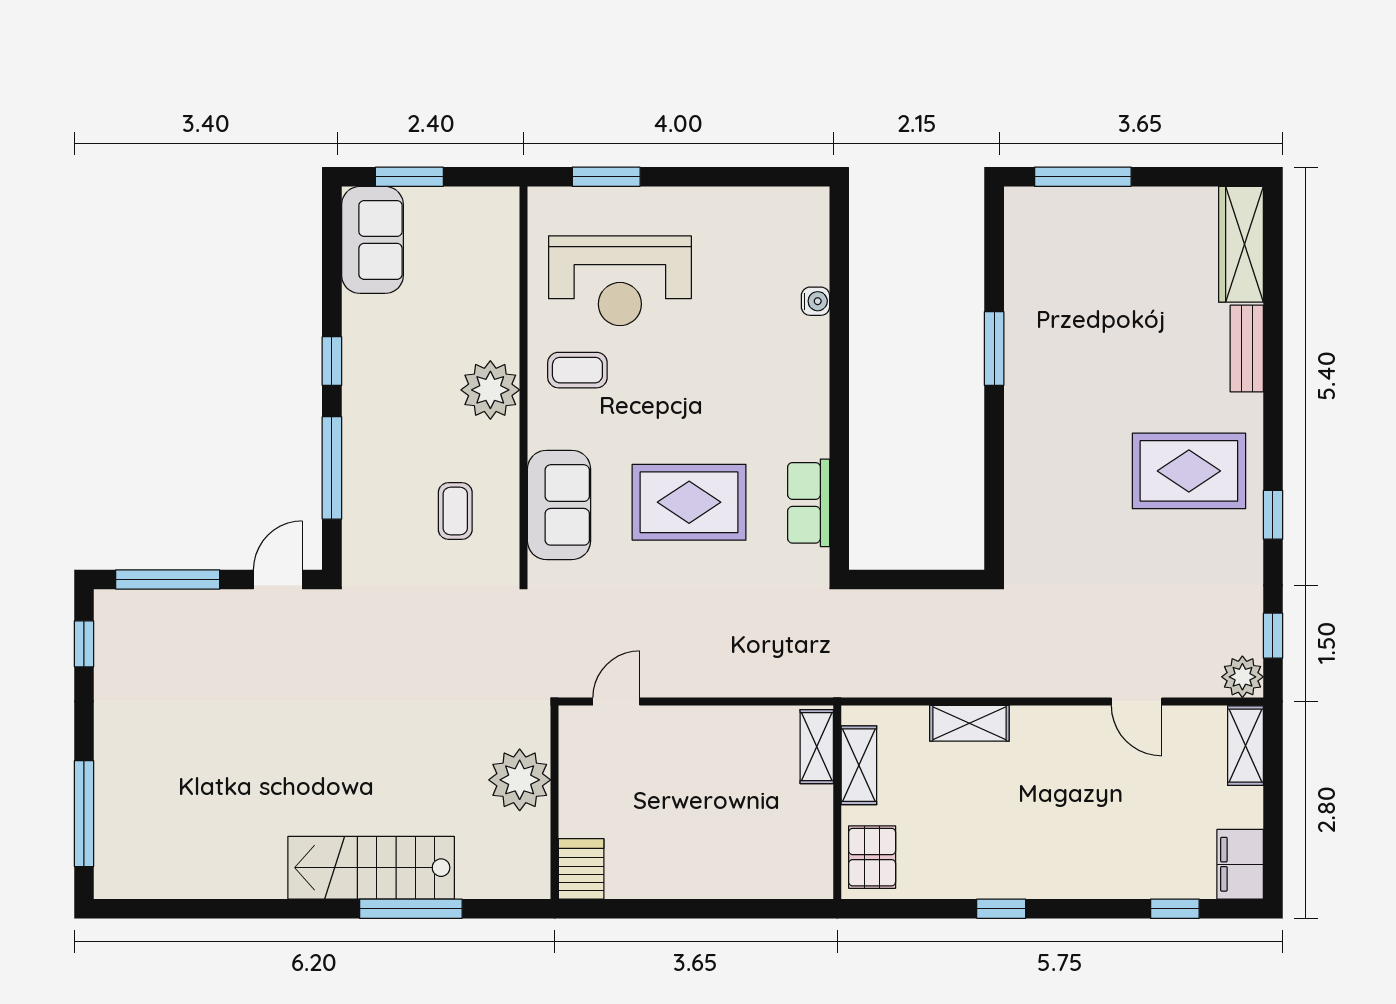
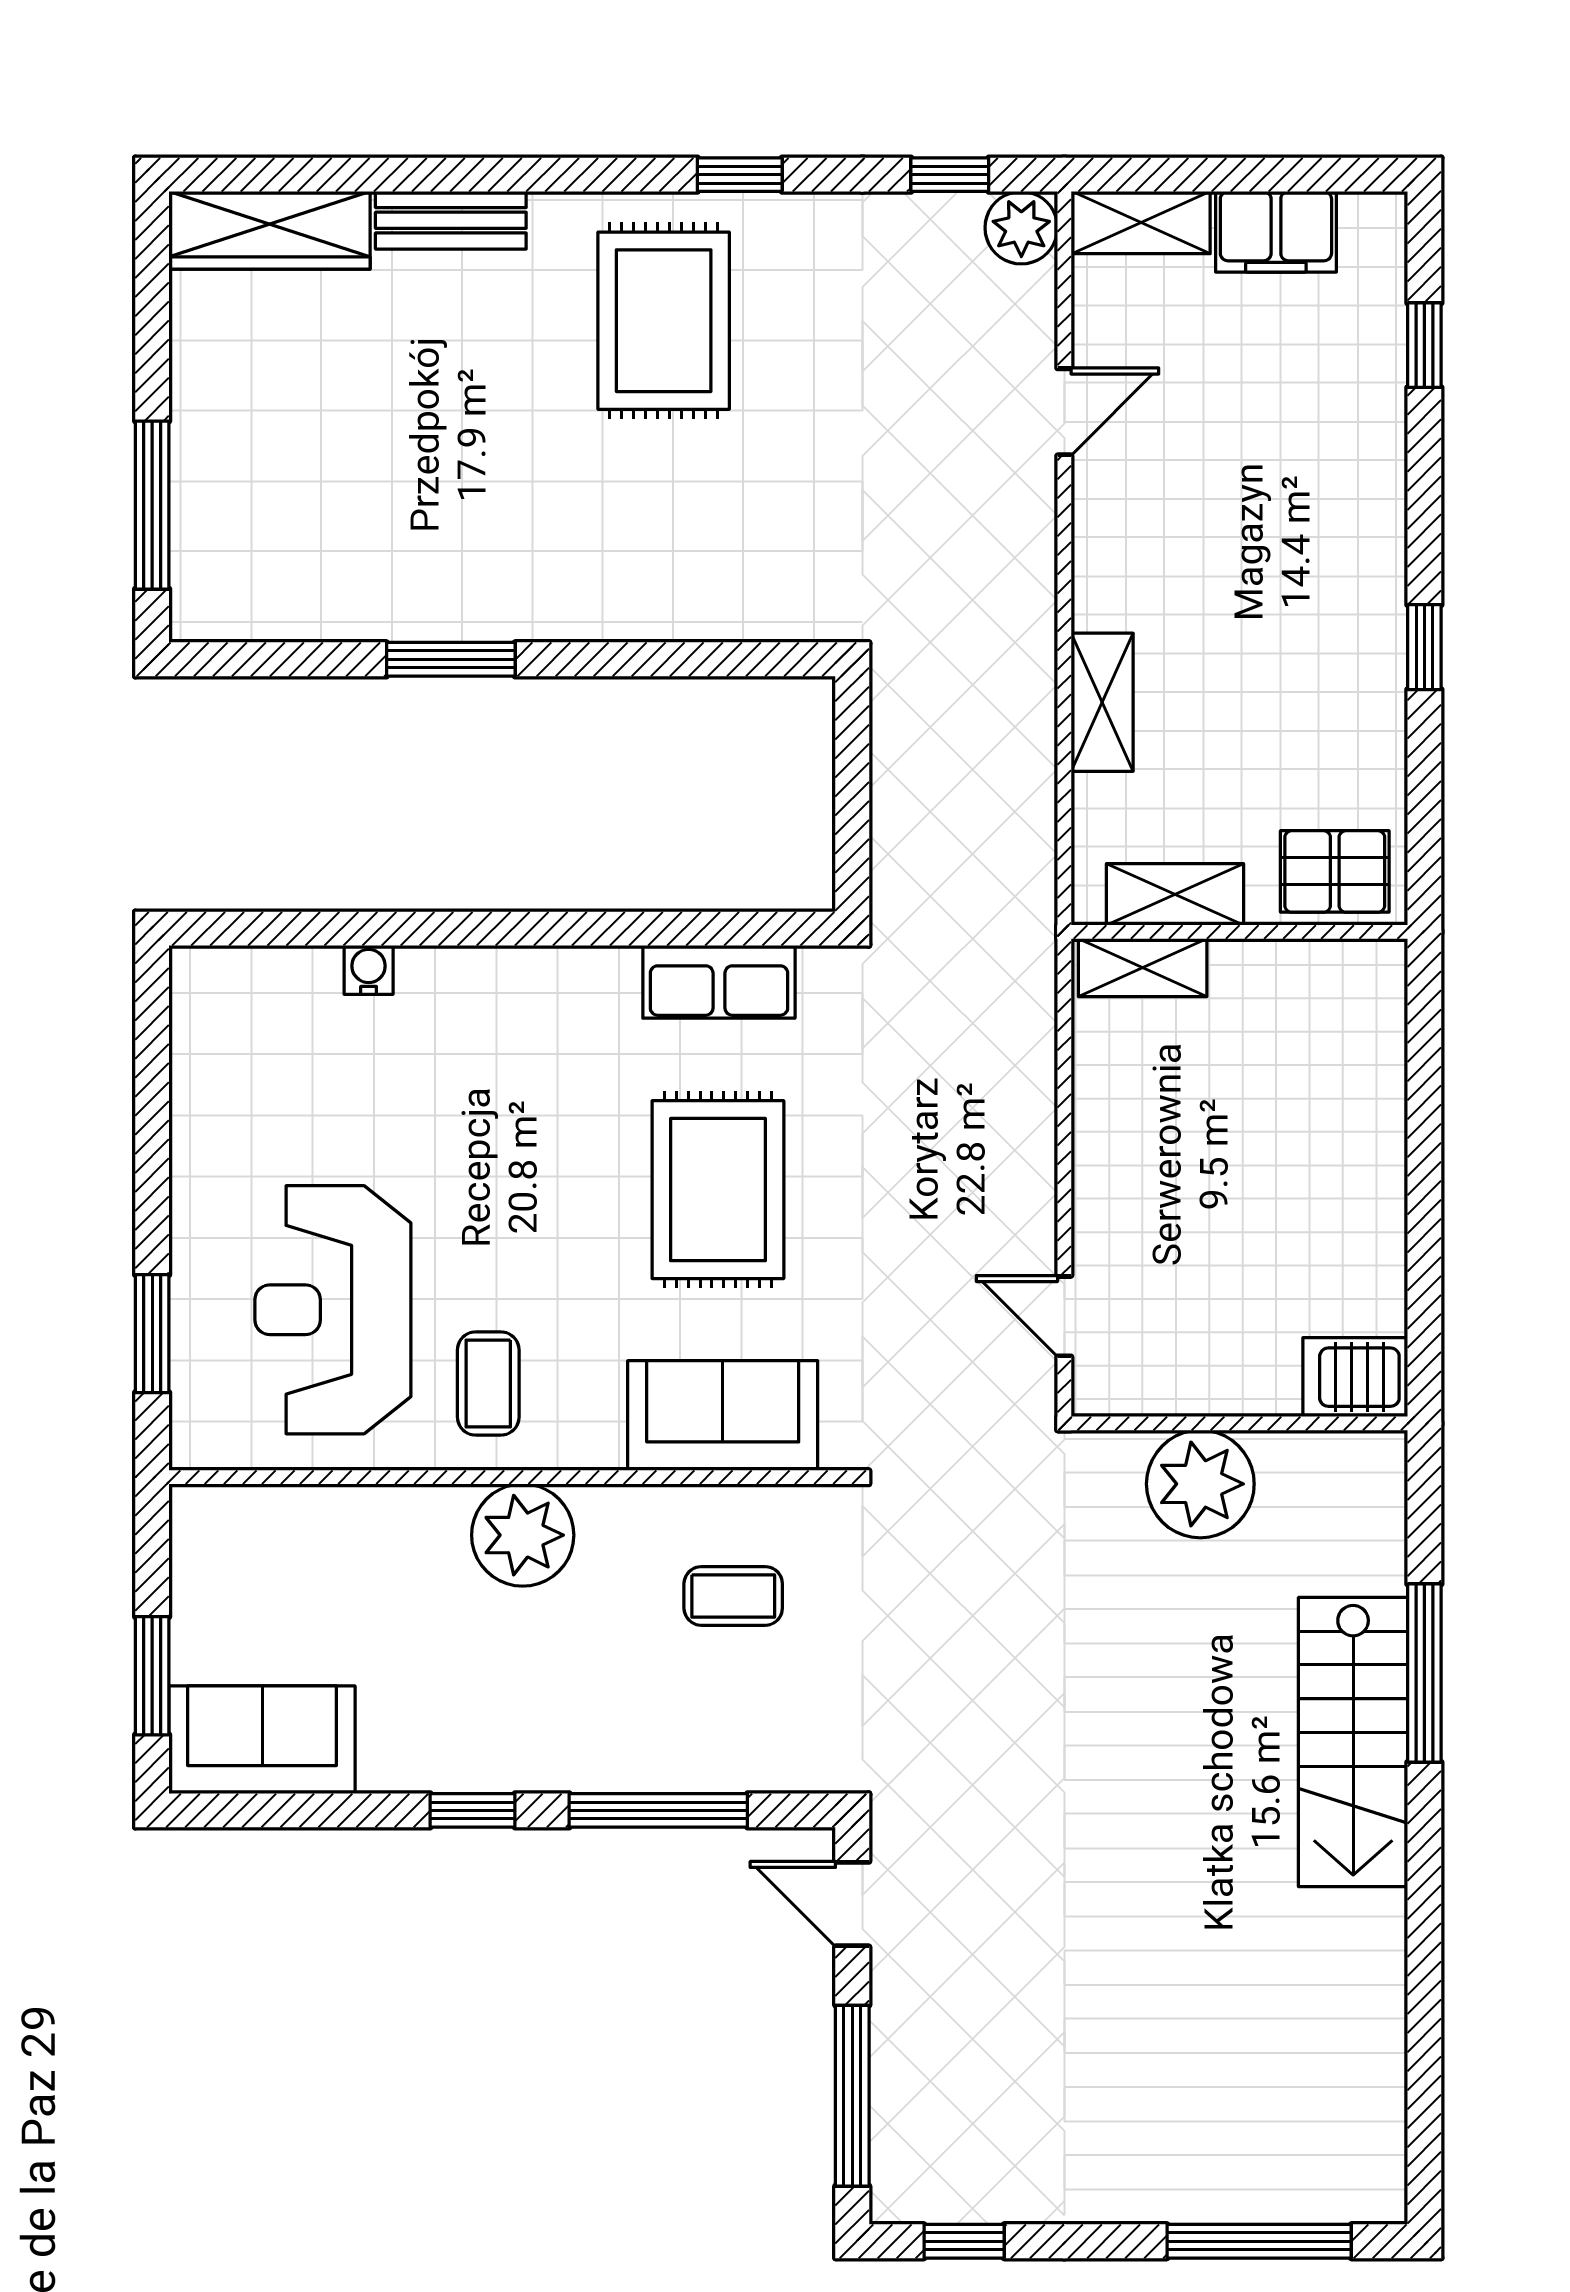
reception desk: (620, 281) -> (333, 1310), turned 180
filing cabinet: (1240, 864) -> (1276, 232), moved

